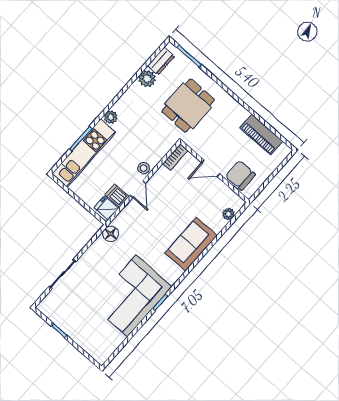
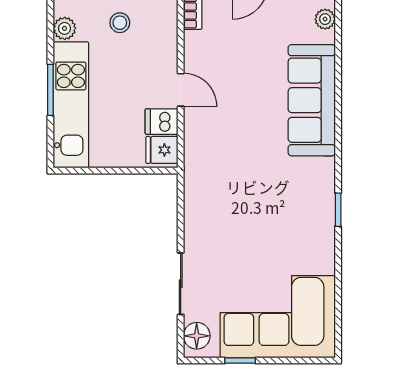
stool: (144, 168) -> (120, 23), moved
floor lamp: (111, 234) -> (197, 336), moved
sofa: (191, 244) -> (312, 100), width x1.36
corner sofa: (132, 296) -> (278, 317), moved, turned 90

